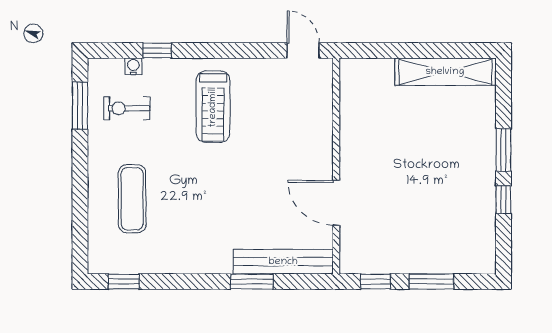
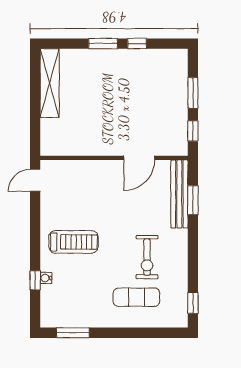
water cooler: (133, 66) -> (46, 278), moved
exercise bike: (127, 108) -> (147, 257), moved, width x1.38, depth x1.39
window: (252, 282) -> (193, 200), moved

